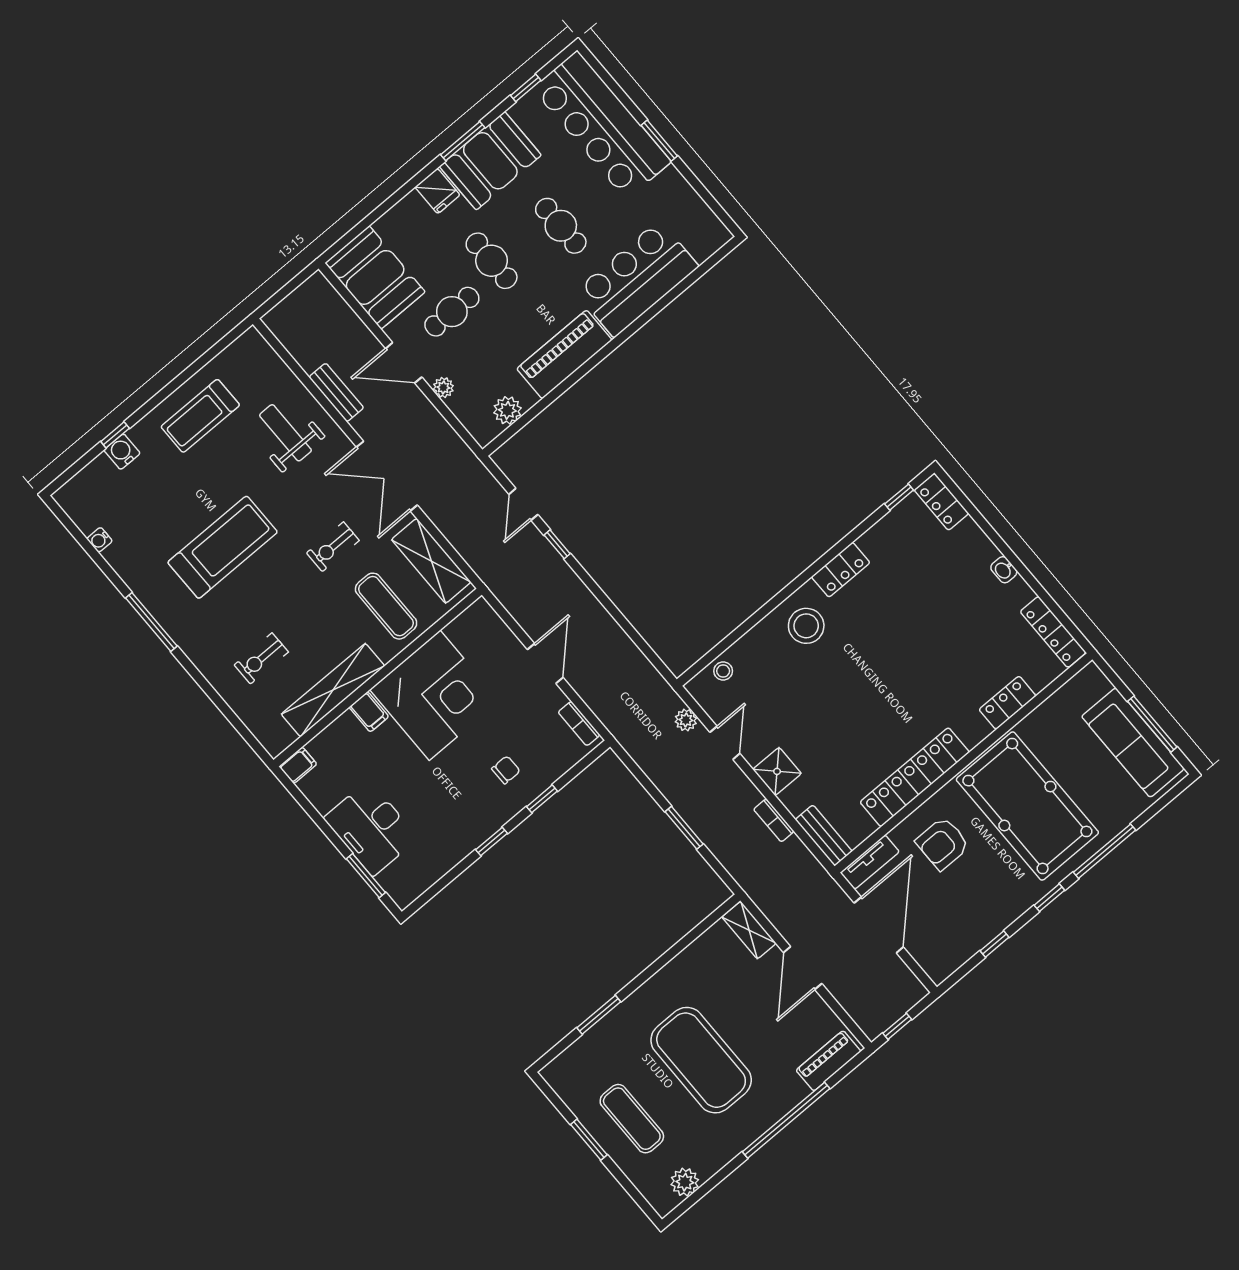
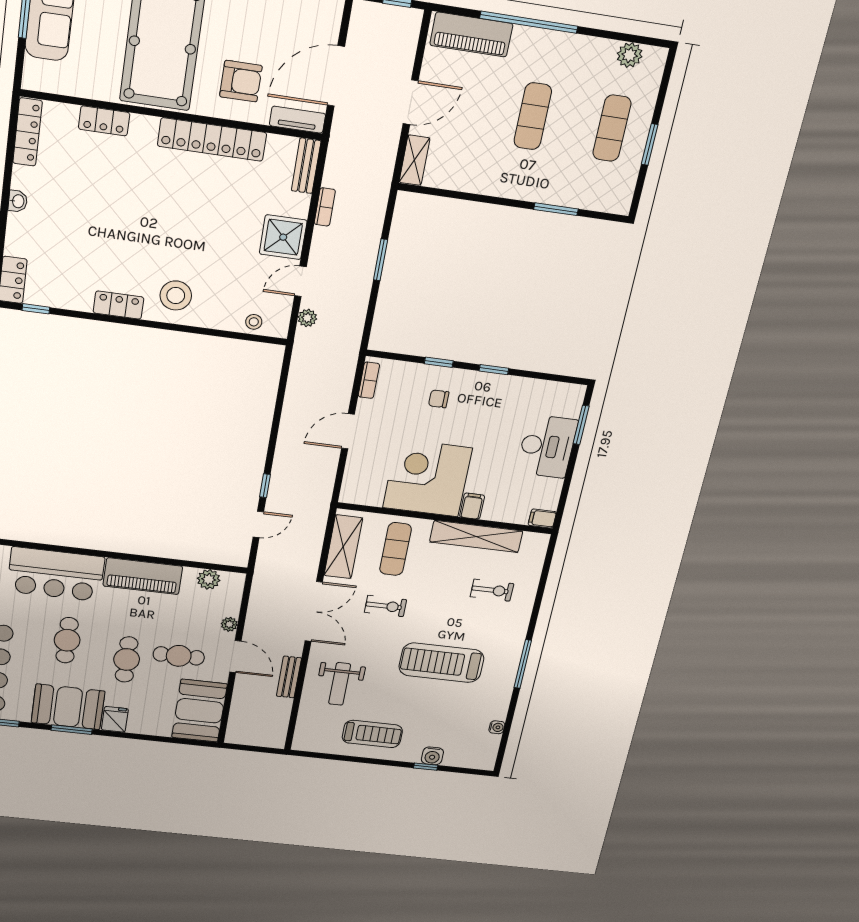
shower: (777, 771) -> (283, 237), width x1.36, depth x1.36
exercise mat: (701, 1060) -> (533, 116), width x0.50, depth x0.69
piano: (829, 1061) -> (471, 34), width x1.37, depth x1.33

